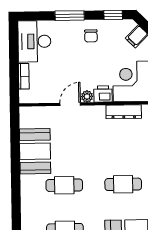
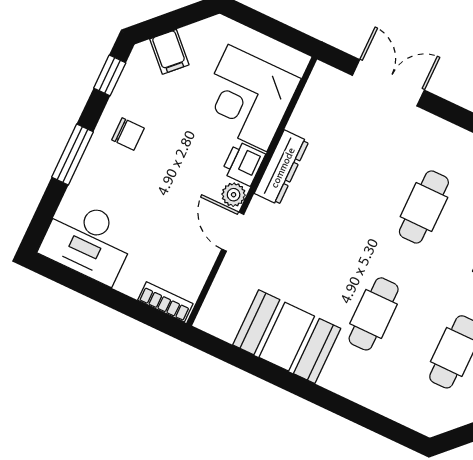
bookcase: (24, 76) -> (165, 302), moved
dresser: (124, 112) -> (282, 167), moved

